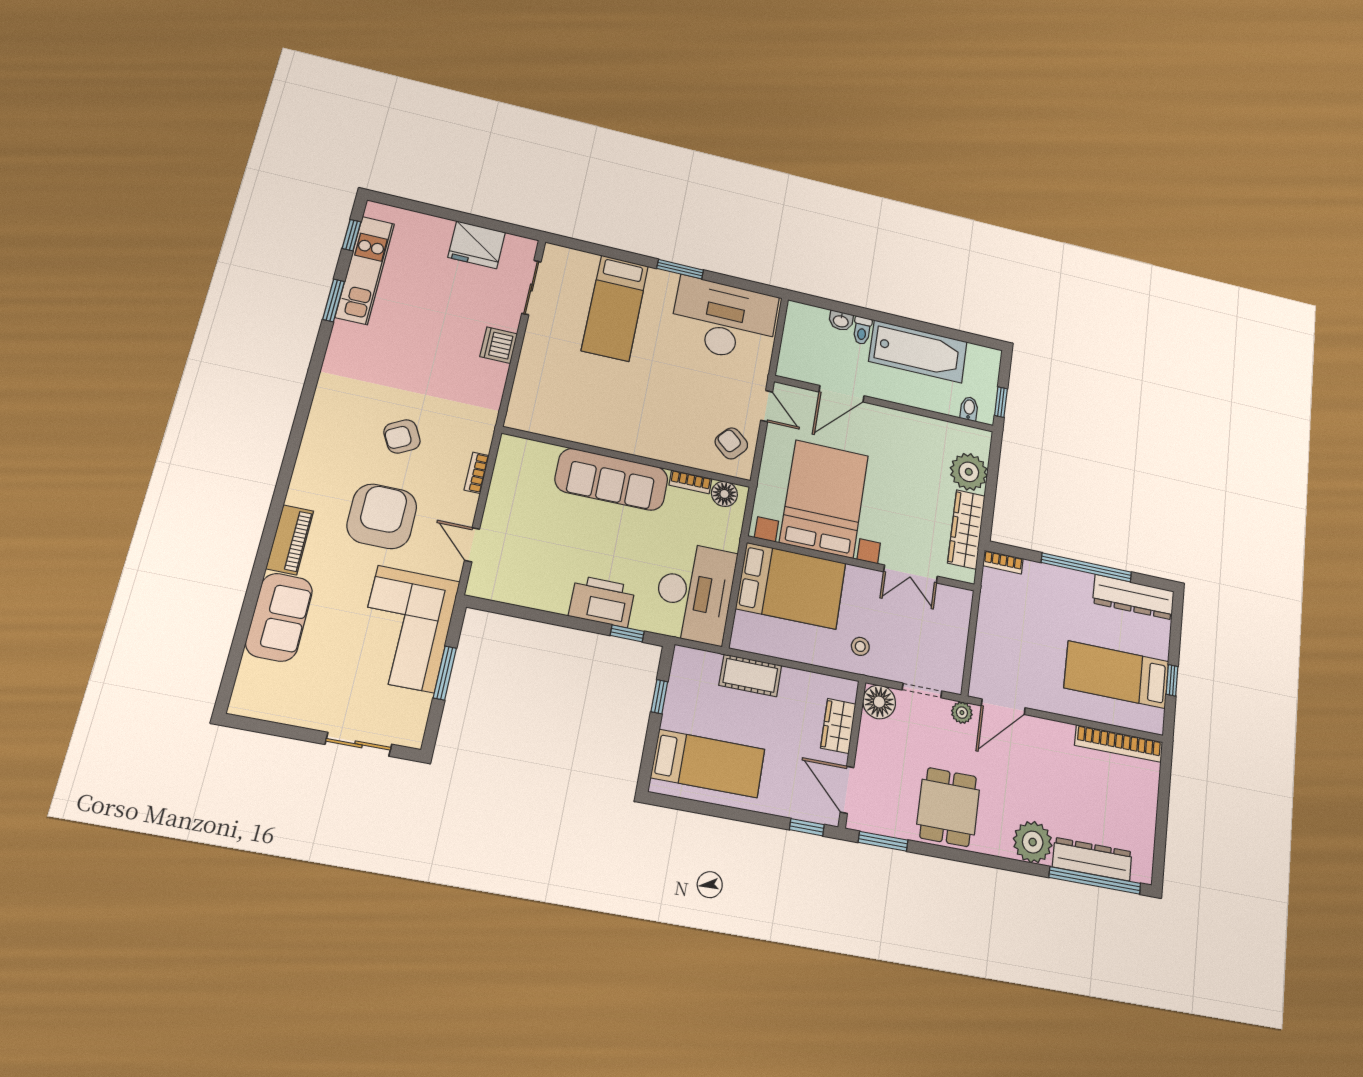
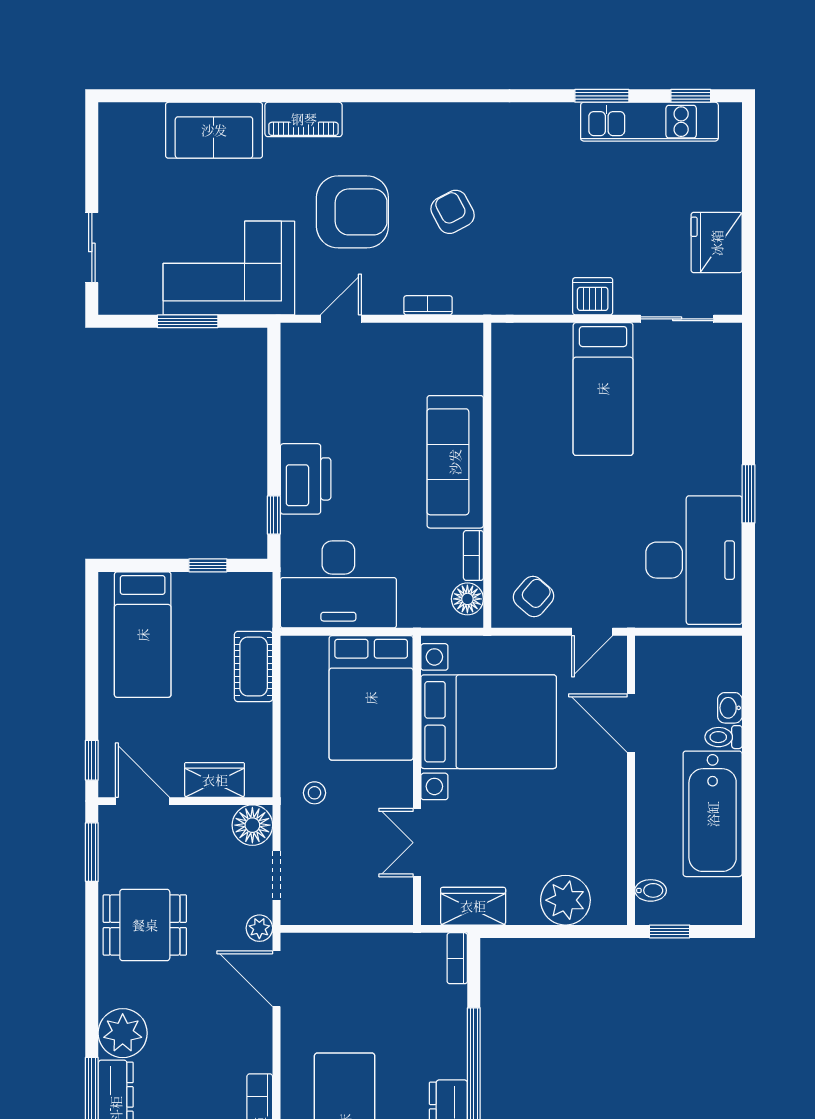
bed: (615, 308) -> (603, 389), moved, turned -90
wardrobe: (966, 529) -> (473, 906), width x0.67
door: (847, 790) -> (143, 801), hinge flipped

